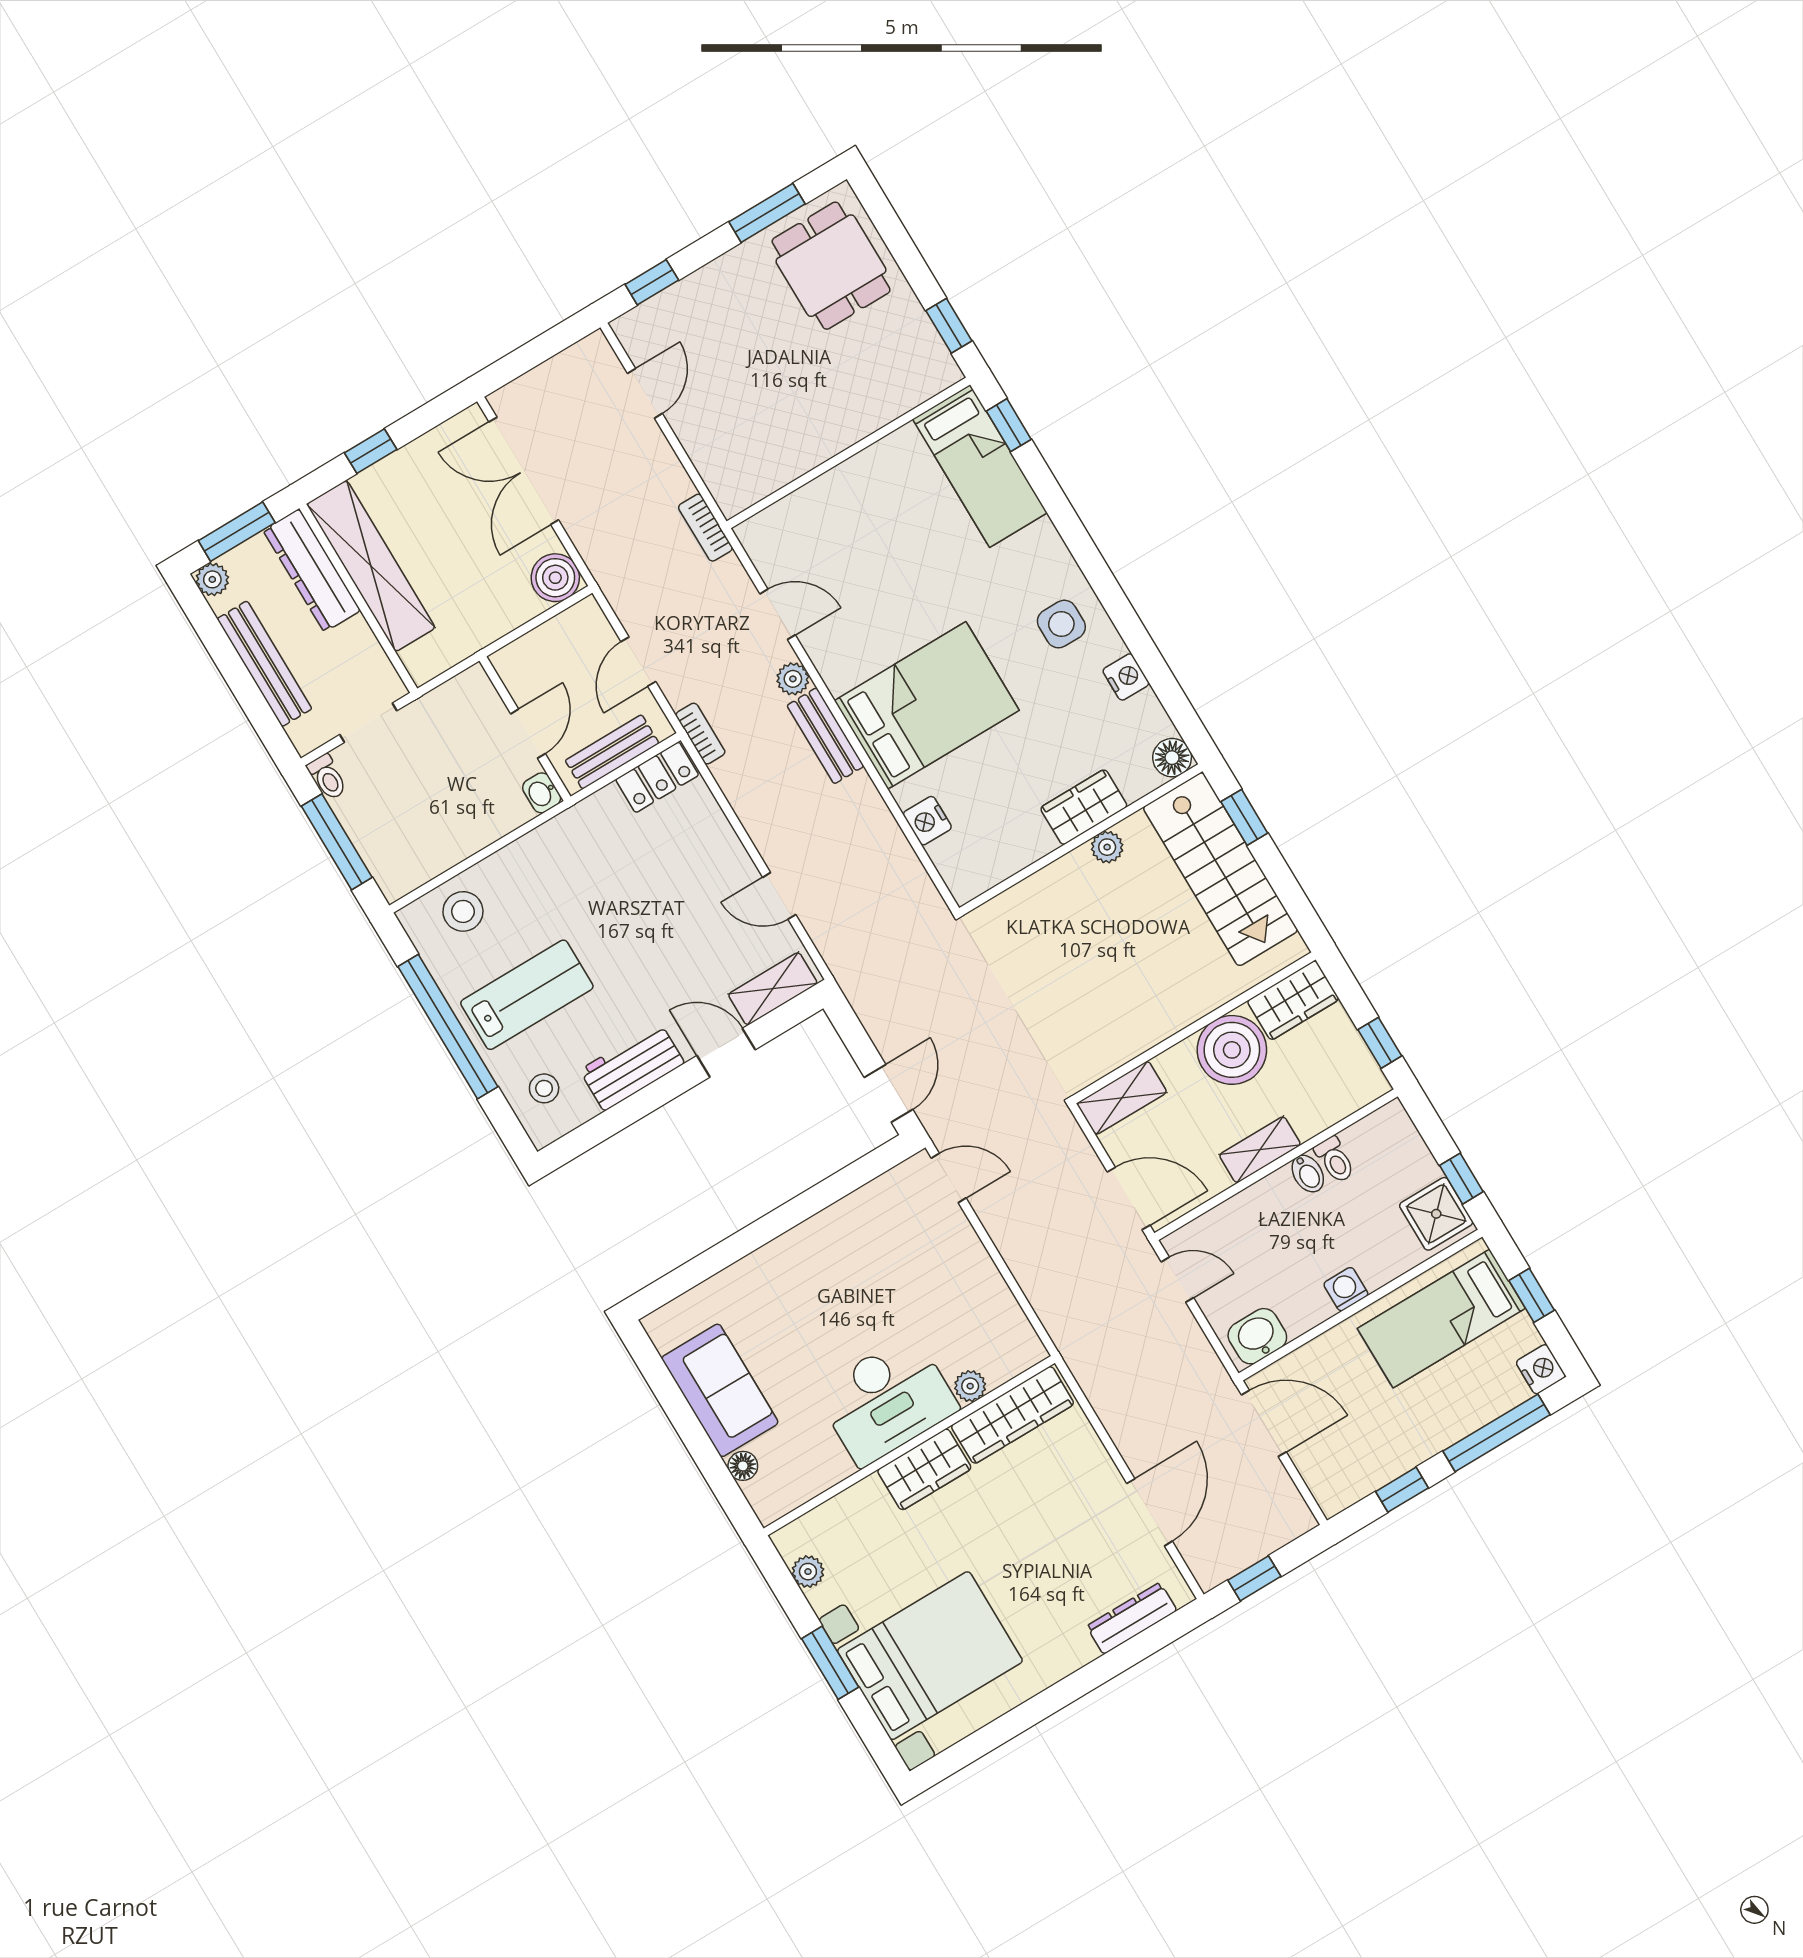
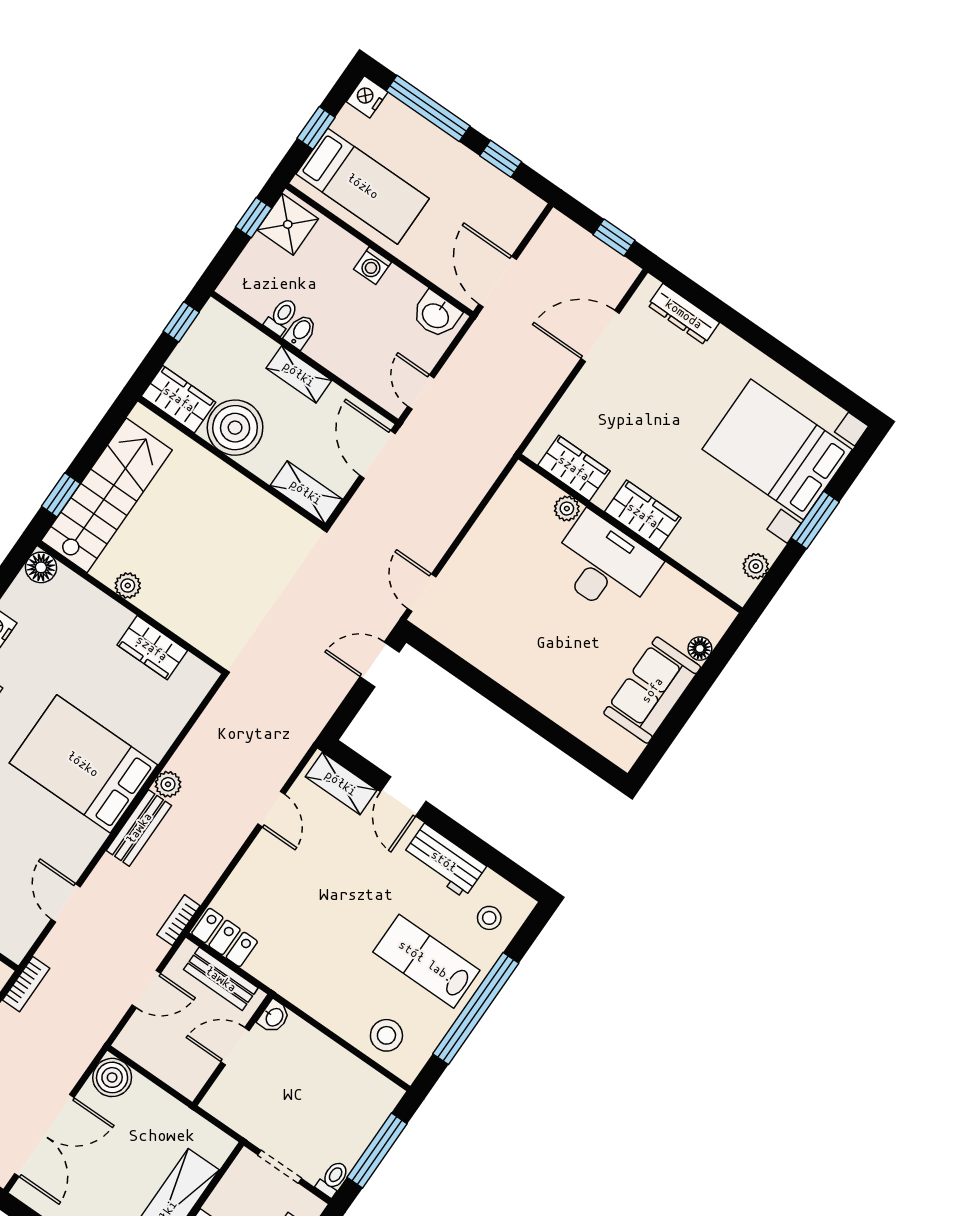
plant: (793, 679) -> (168, 784), moved
wardrobe: (1084, 807) -> (152, 648), moved
nightstand: (927, 821) -> (168, 726), removed
wardrobe: (1013, 1415) -> (574, 468), width x0.67

